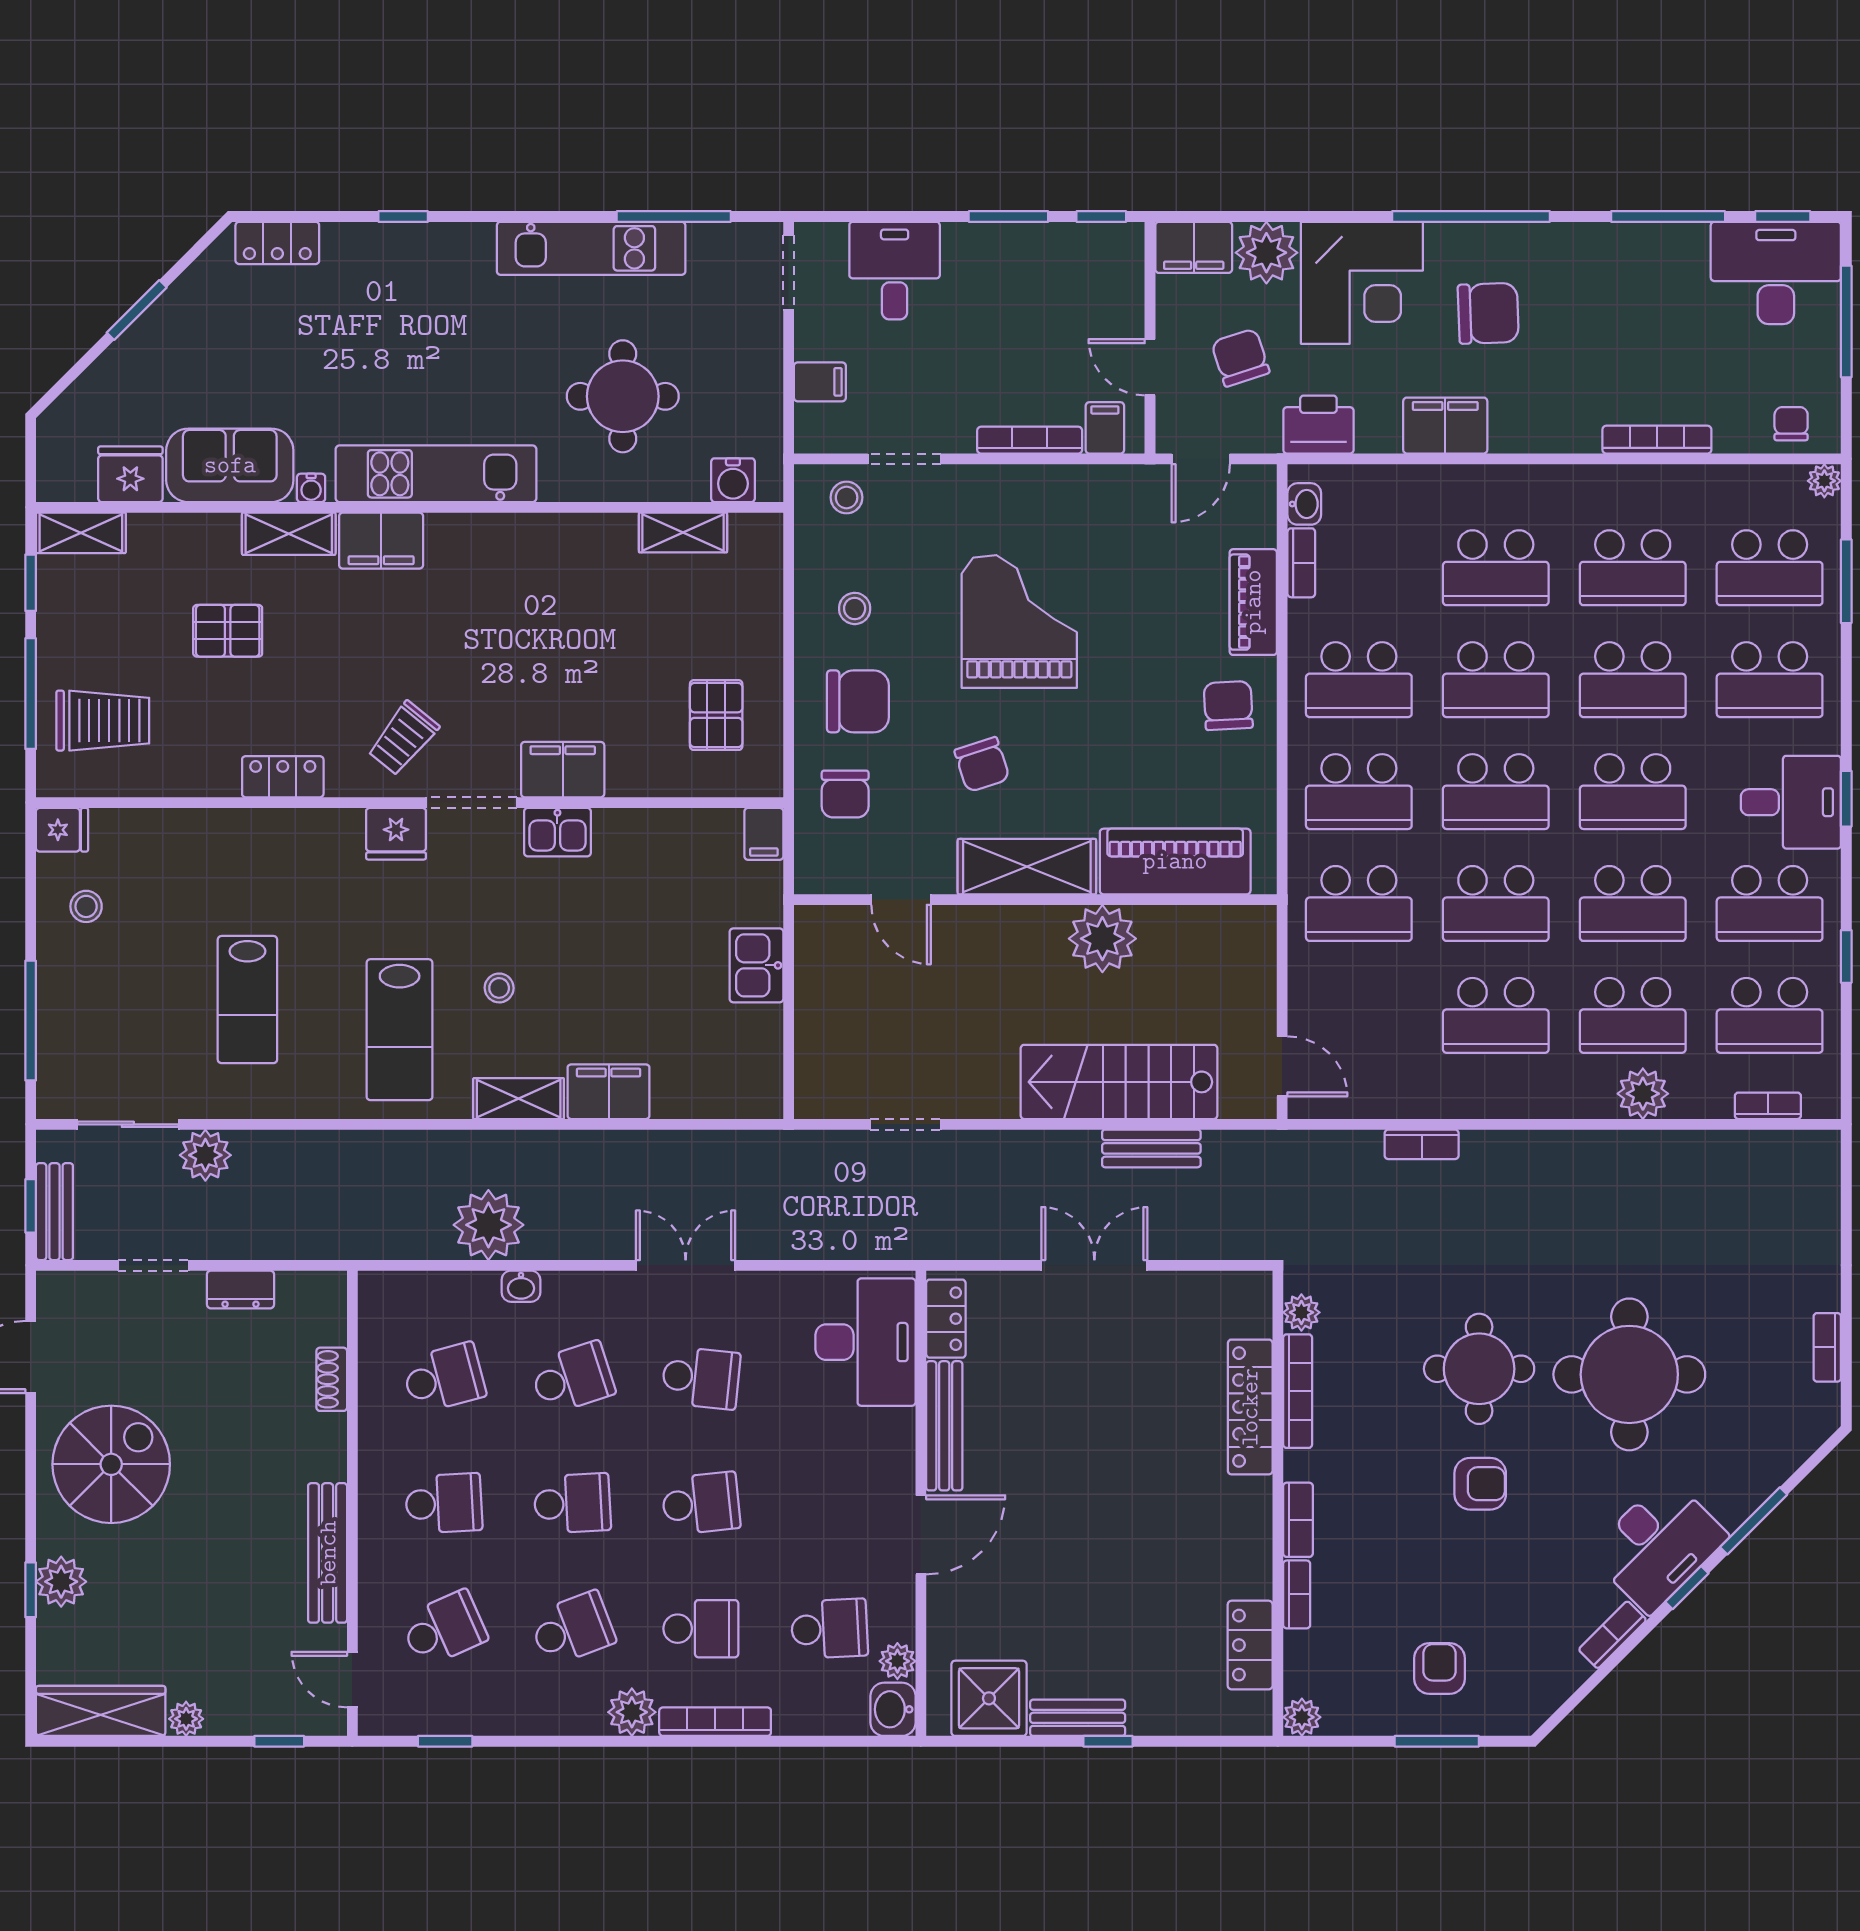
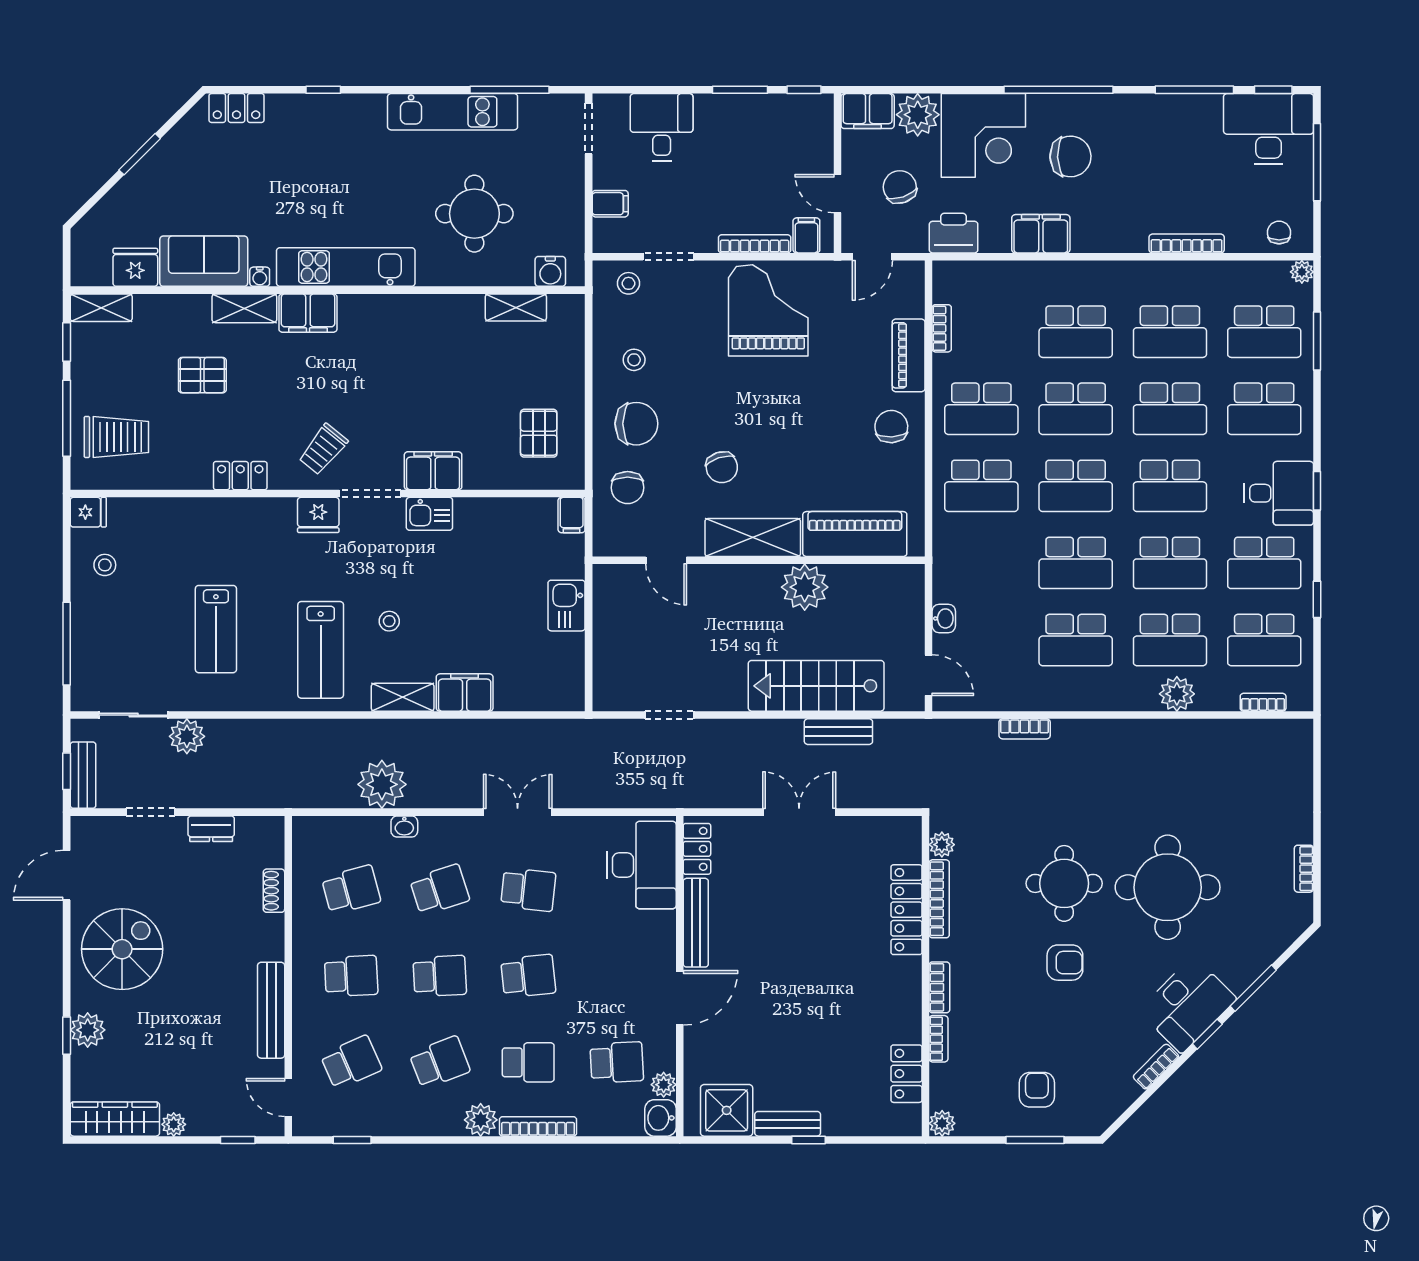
washbasin: (1304, 504) -> (944, 618), moved
grand piano: (1019, 622) -> (768, 310), moved
school desk: (1359, 903) -> (981, 563), removed

